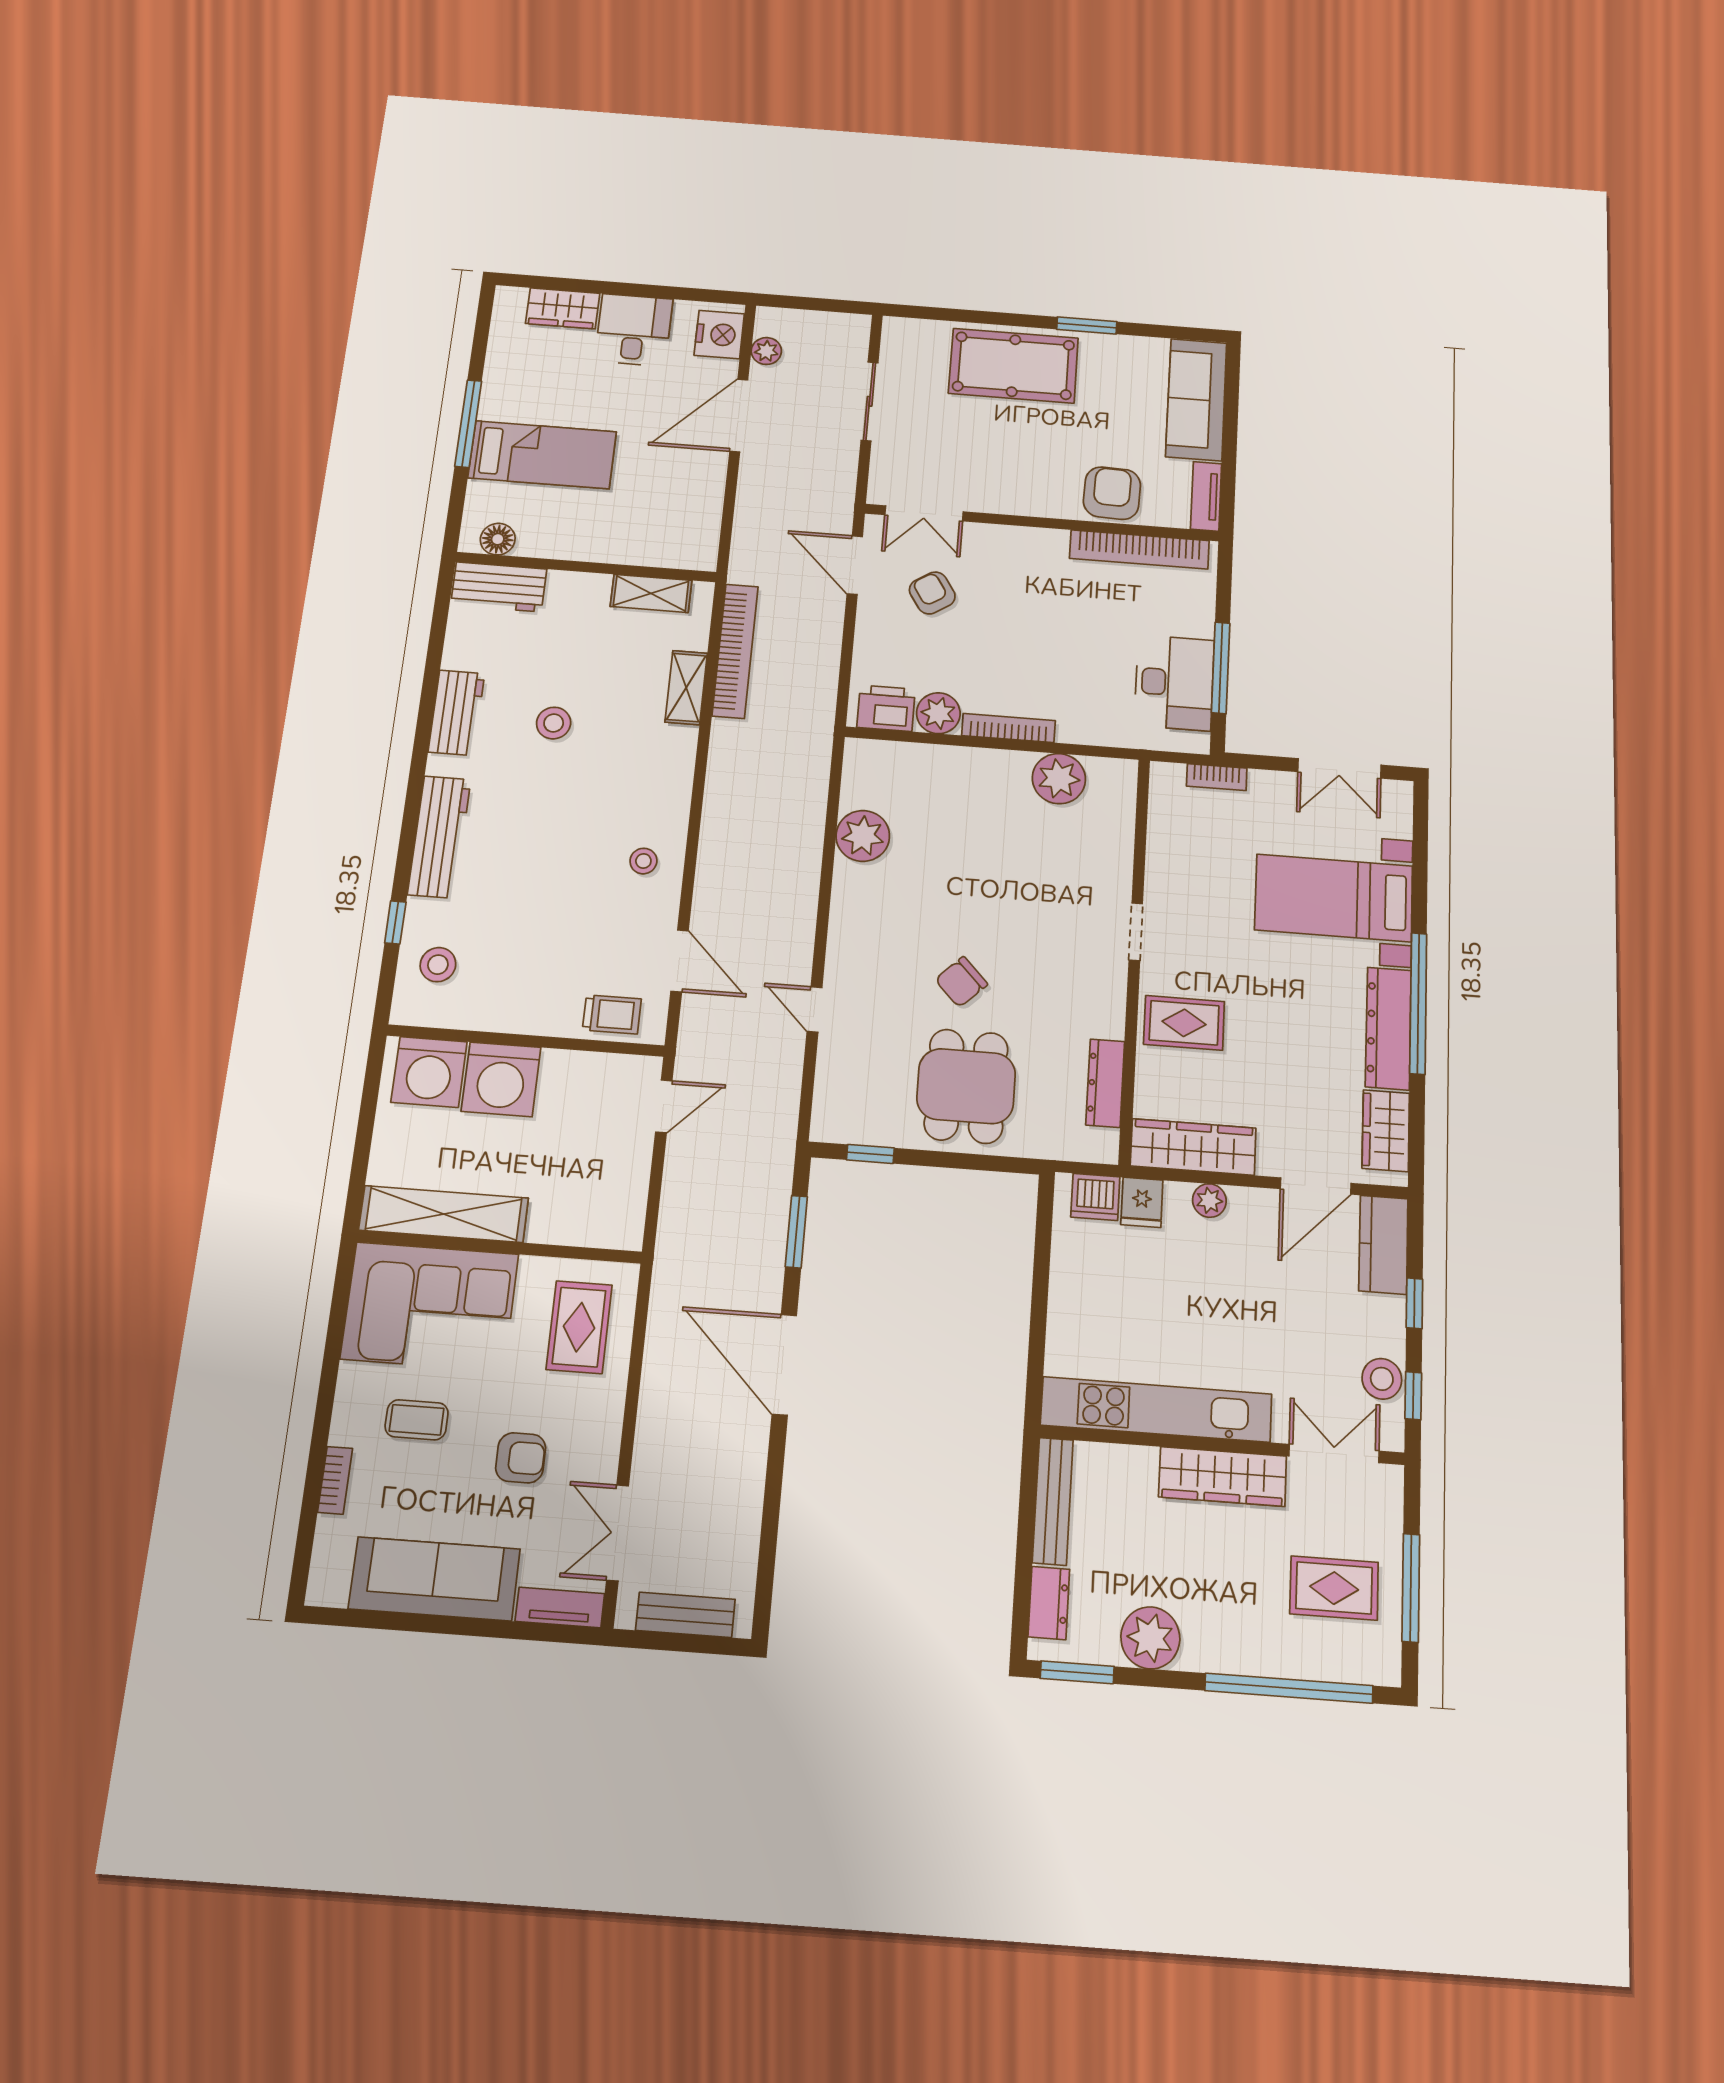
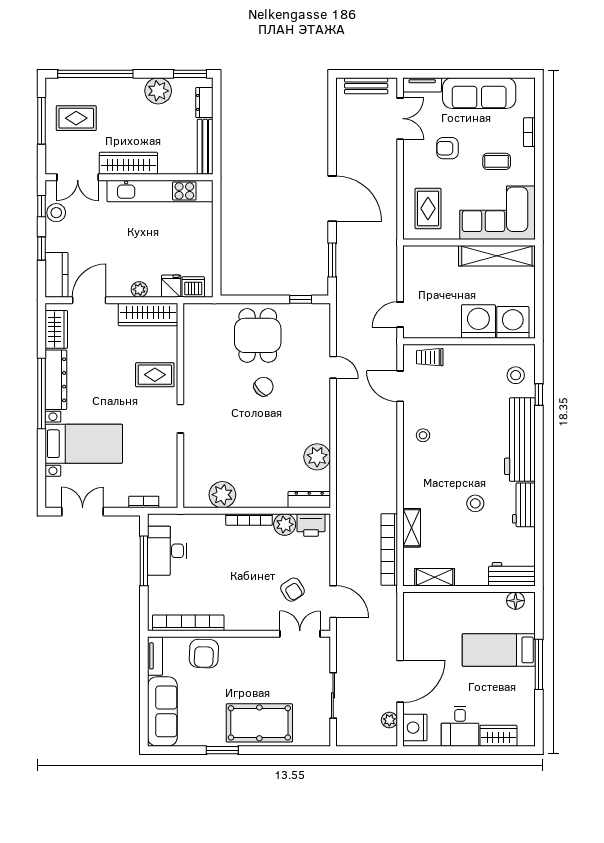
workbench: (439, 837) -> (520, 440), width x1.36, depth x1.32
dresser: (1105, 1083) -> (309, 500), moved, turned -90

